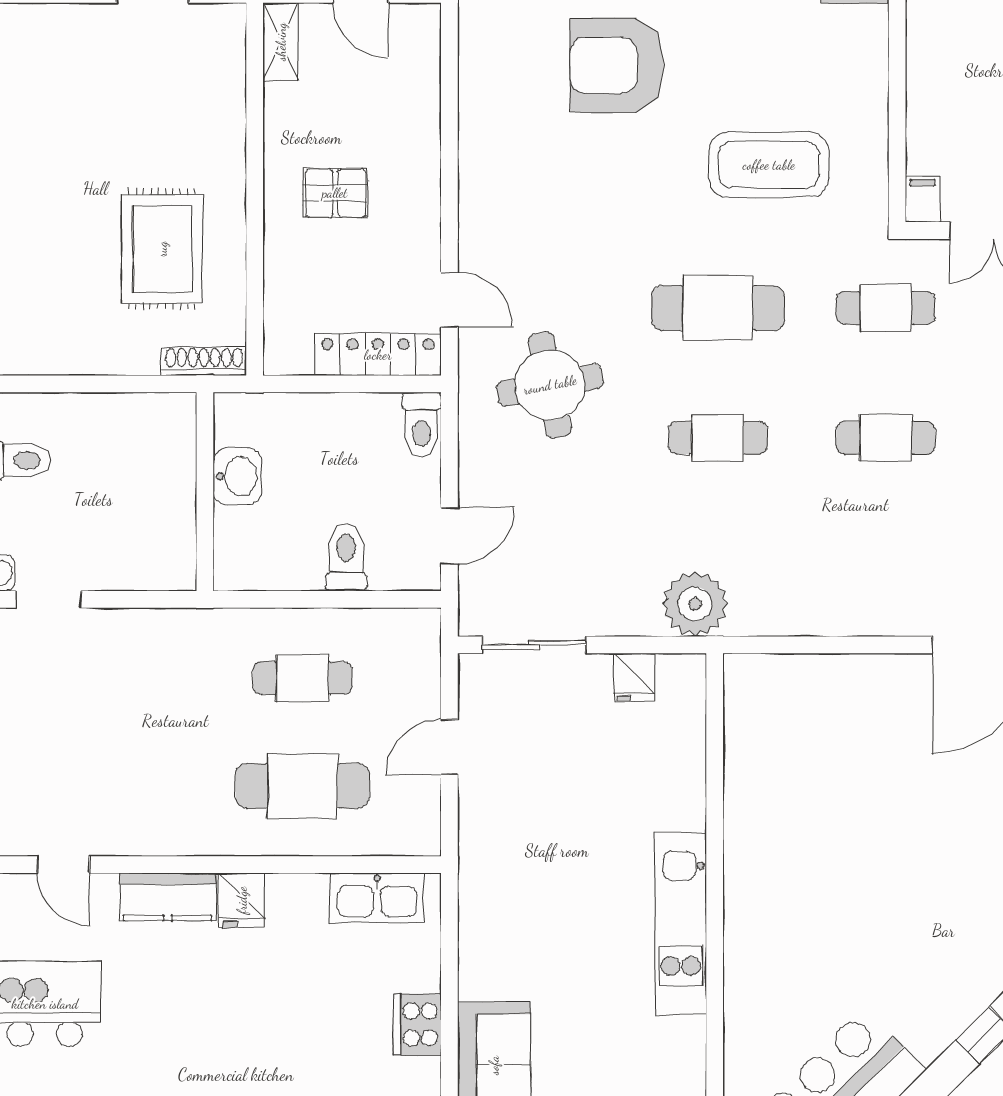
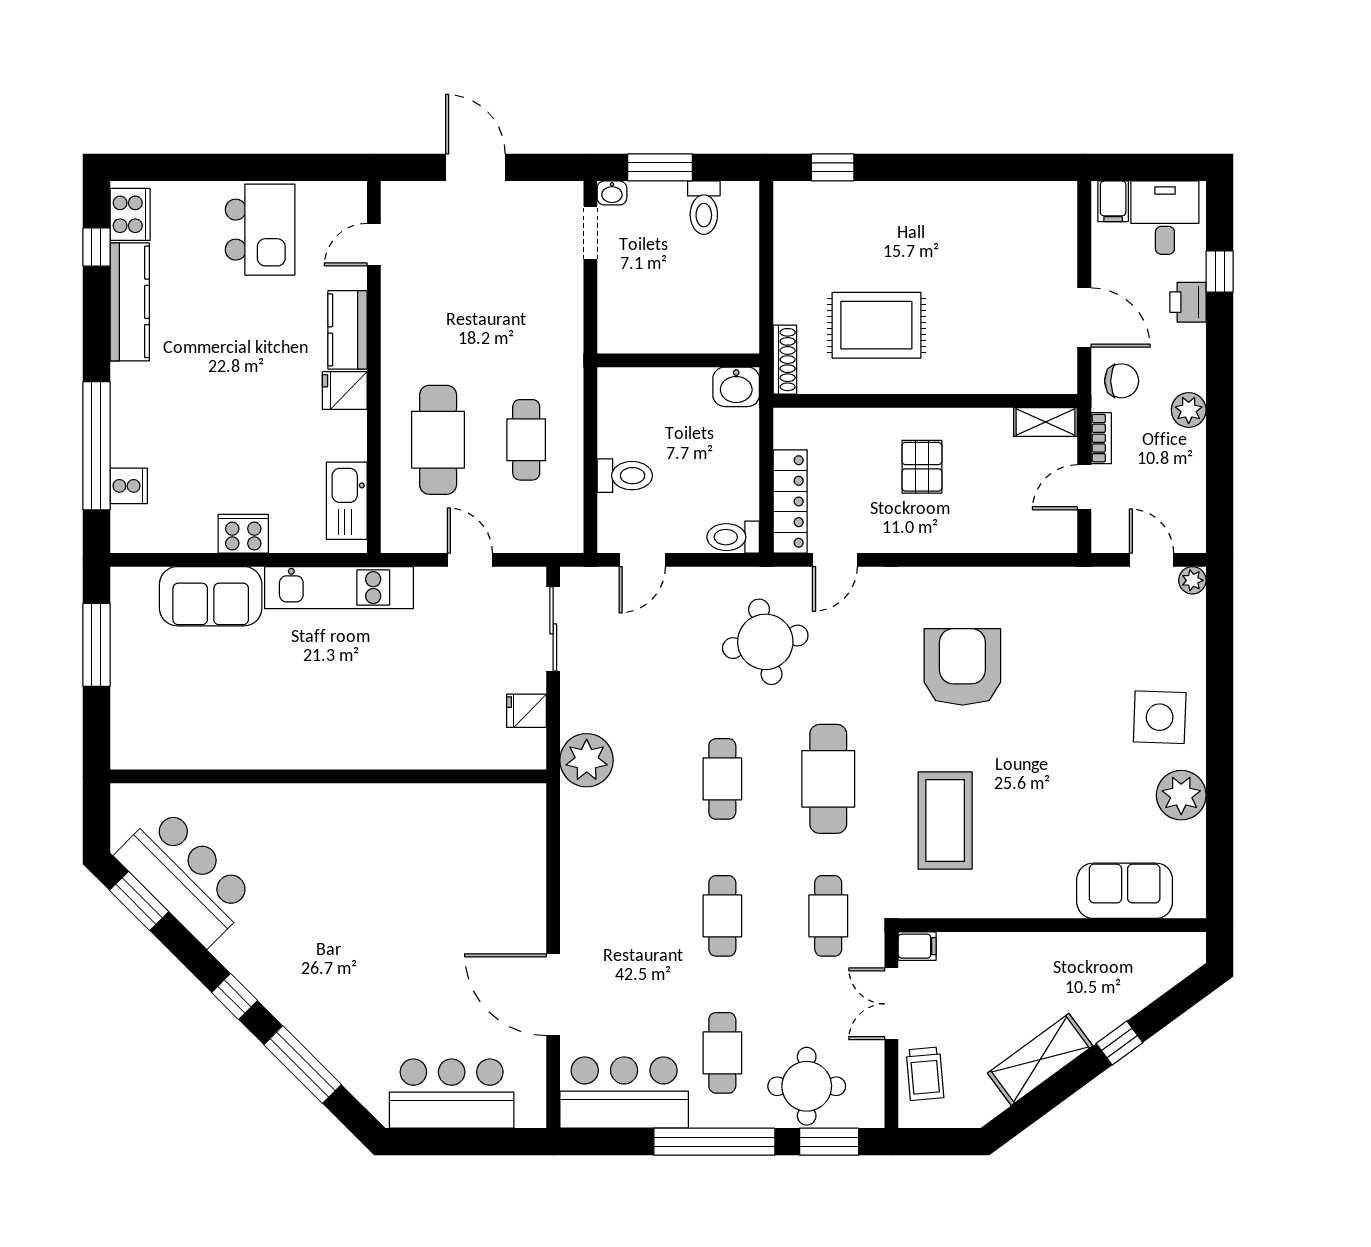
armchair: (617, 65) -> (962, 667), moved
washbasin: (237, 476) -> (736, 387), moved
door: (449, 536) -> (642, 560), hinge flipped
kitchen unit: (681, 924) -> (339, 588), moved, turned 180

